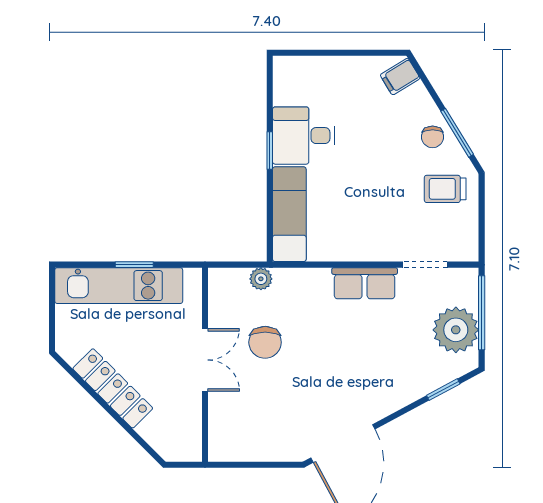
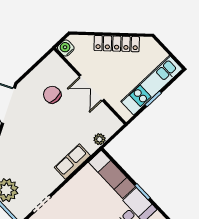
row of seats: (365, 283) -> (72, 162), moved
chair: (265, 342) -> (52, 95), moved
water cooler: (189, 449) -> (66, 48), added

